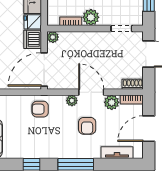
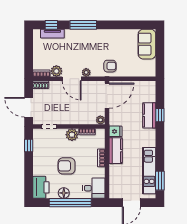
dishwasher: (33, 39) -> (116, 118), removed
armchair: (87, 126) -> (75, 54), removed
door: (149, 129) -> (29, 51), removed
window: (31, 164) -> (51, 25), moved

